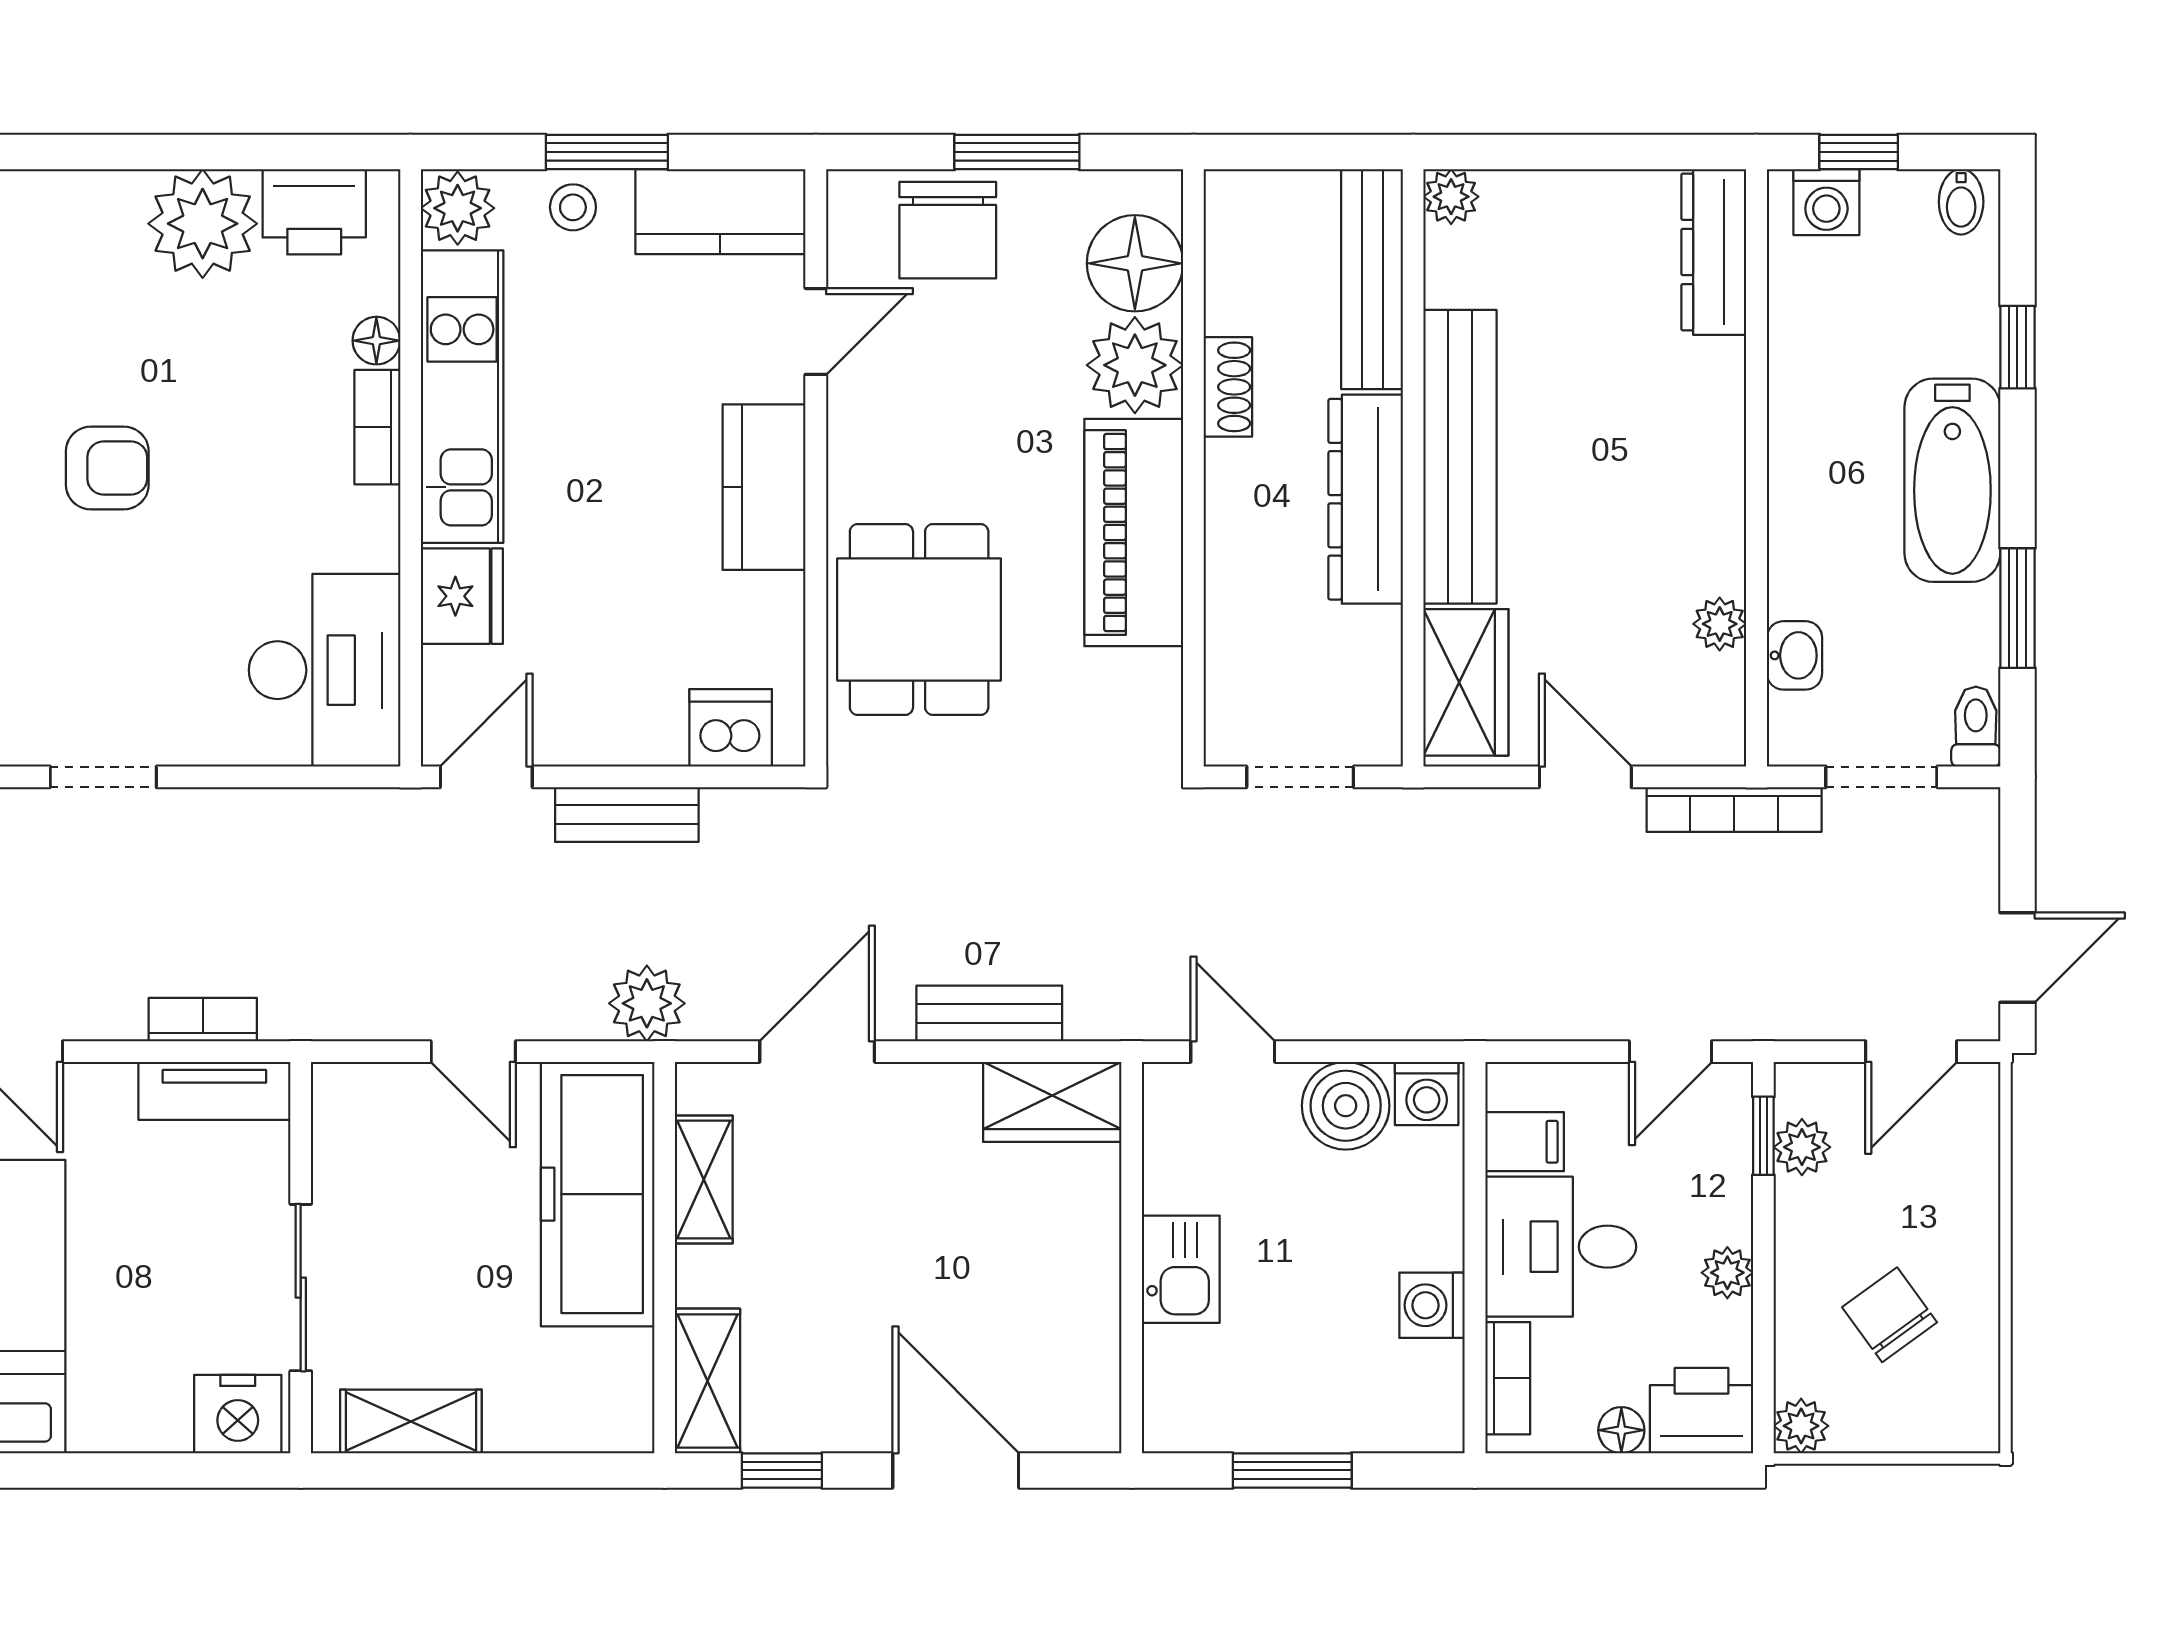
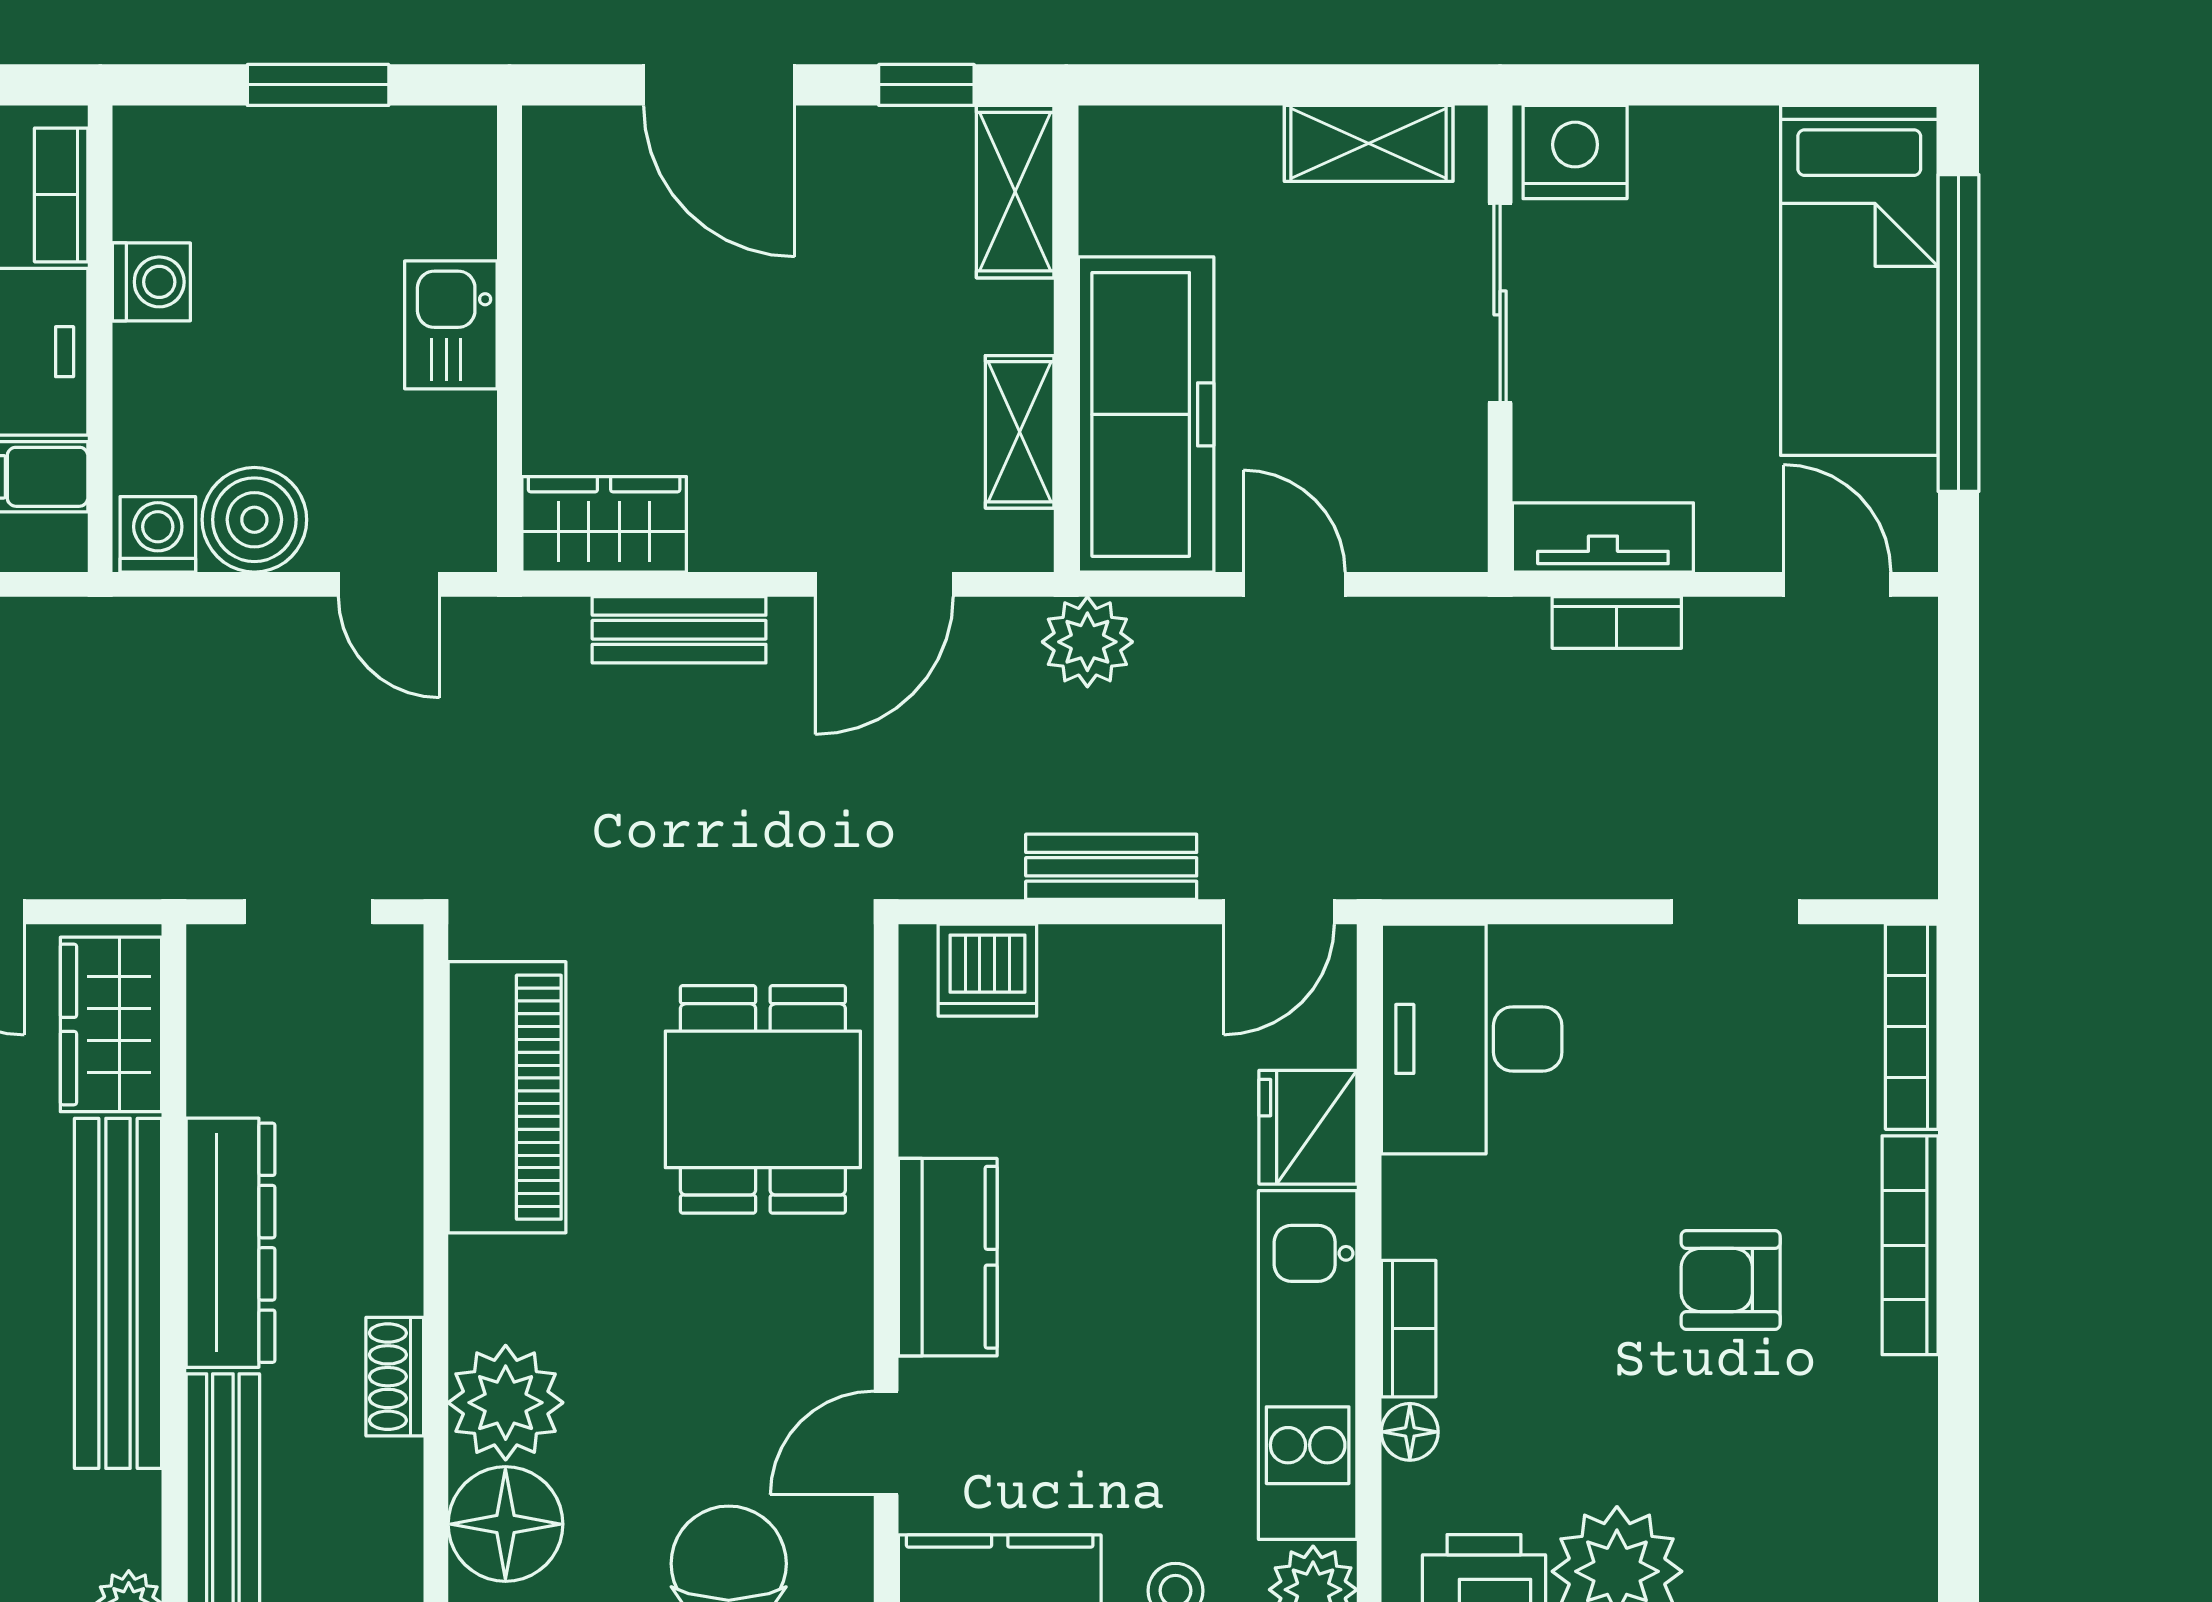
piano: (1134, 533) -> (507, 1097), moved

